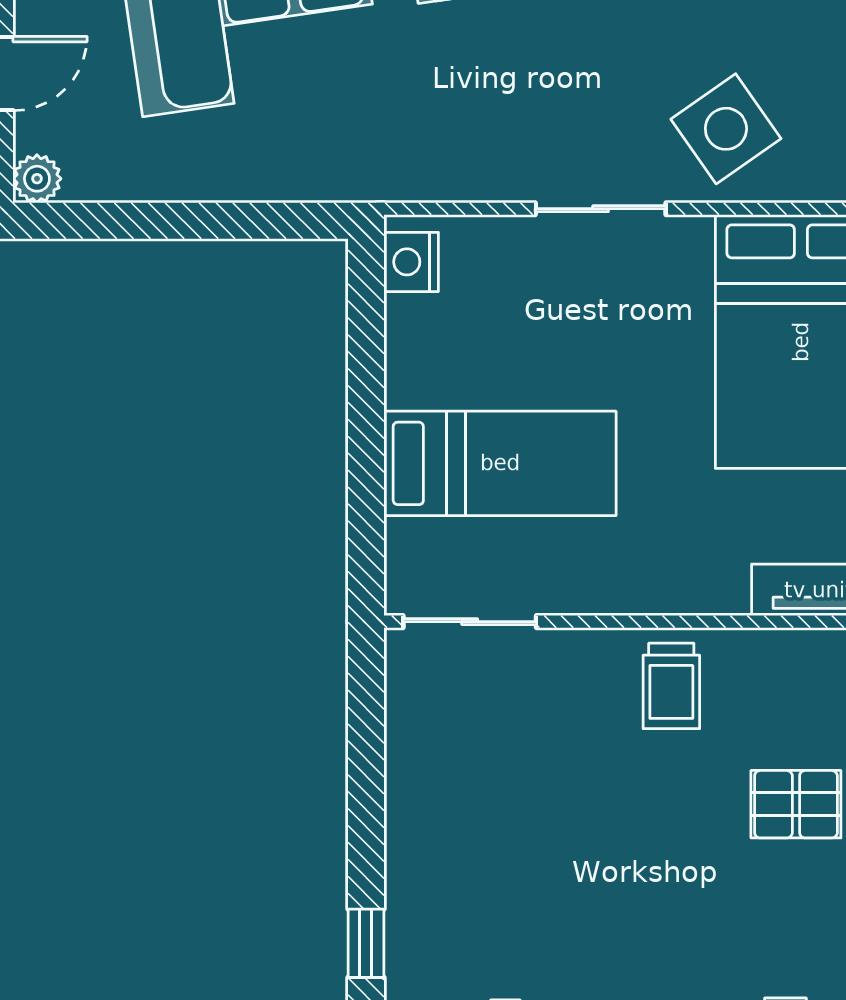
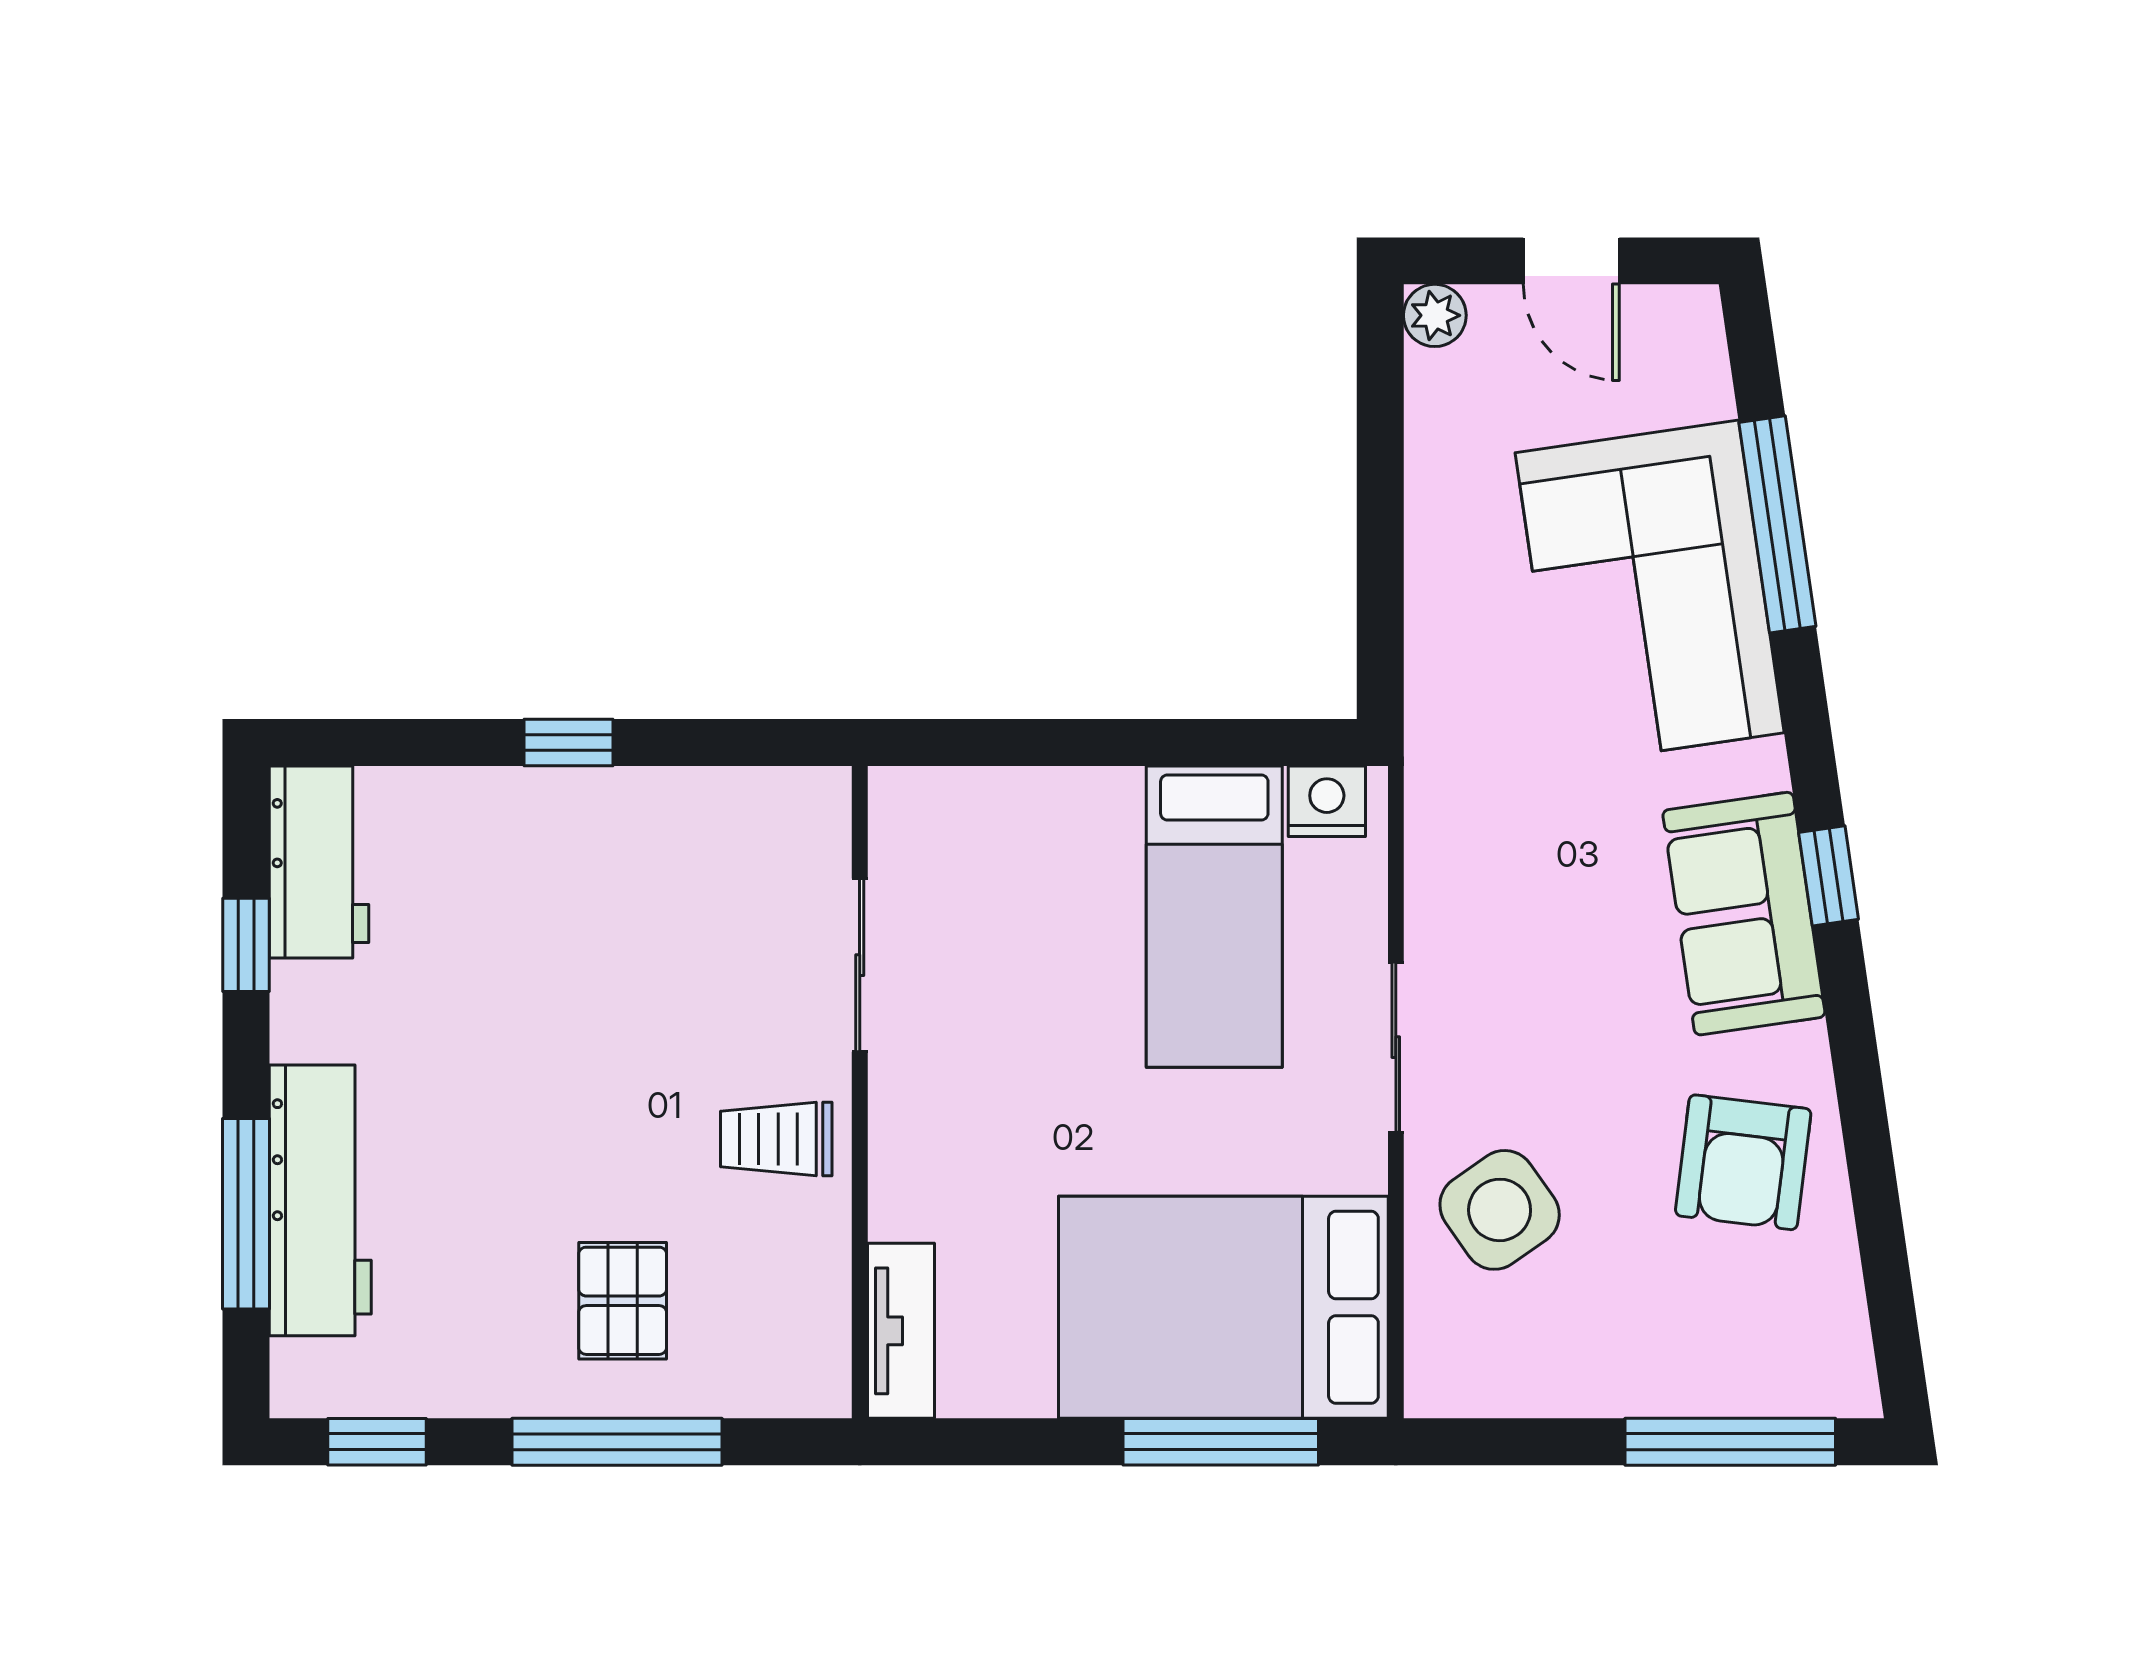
bed: (500, 463) -> (1214, 917), moved
sliding door: (470, 622) -> (860, 965), moved
window: (366, 943) -> (568, 743), moved

